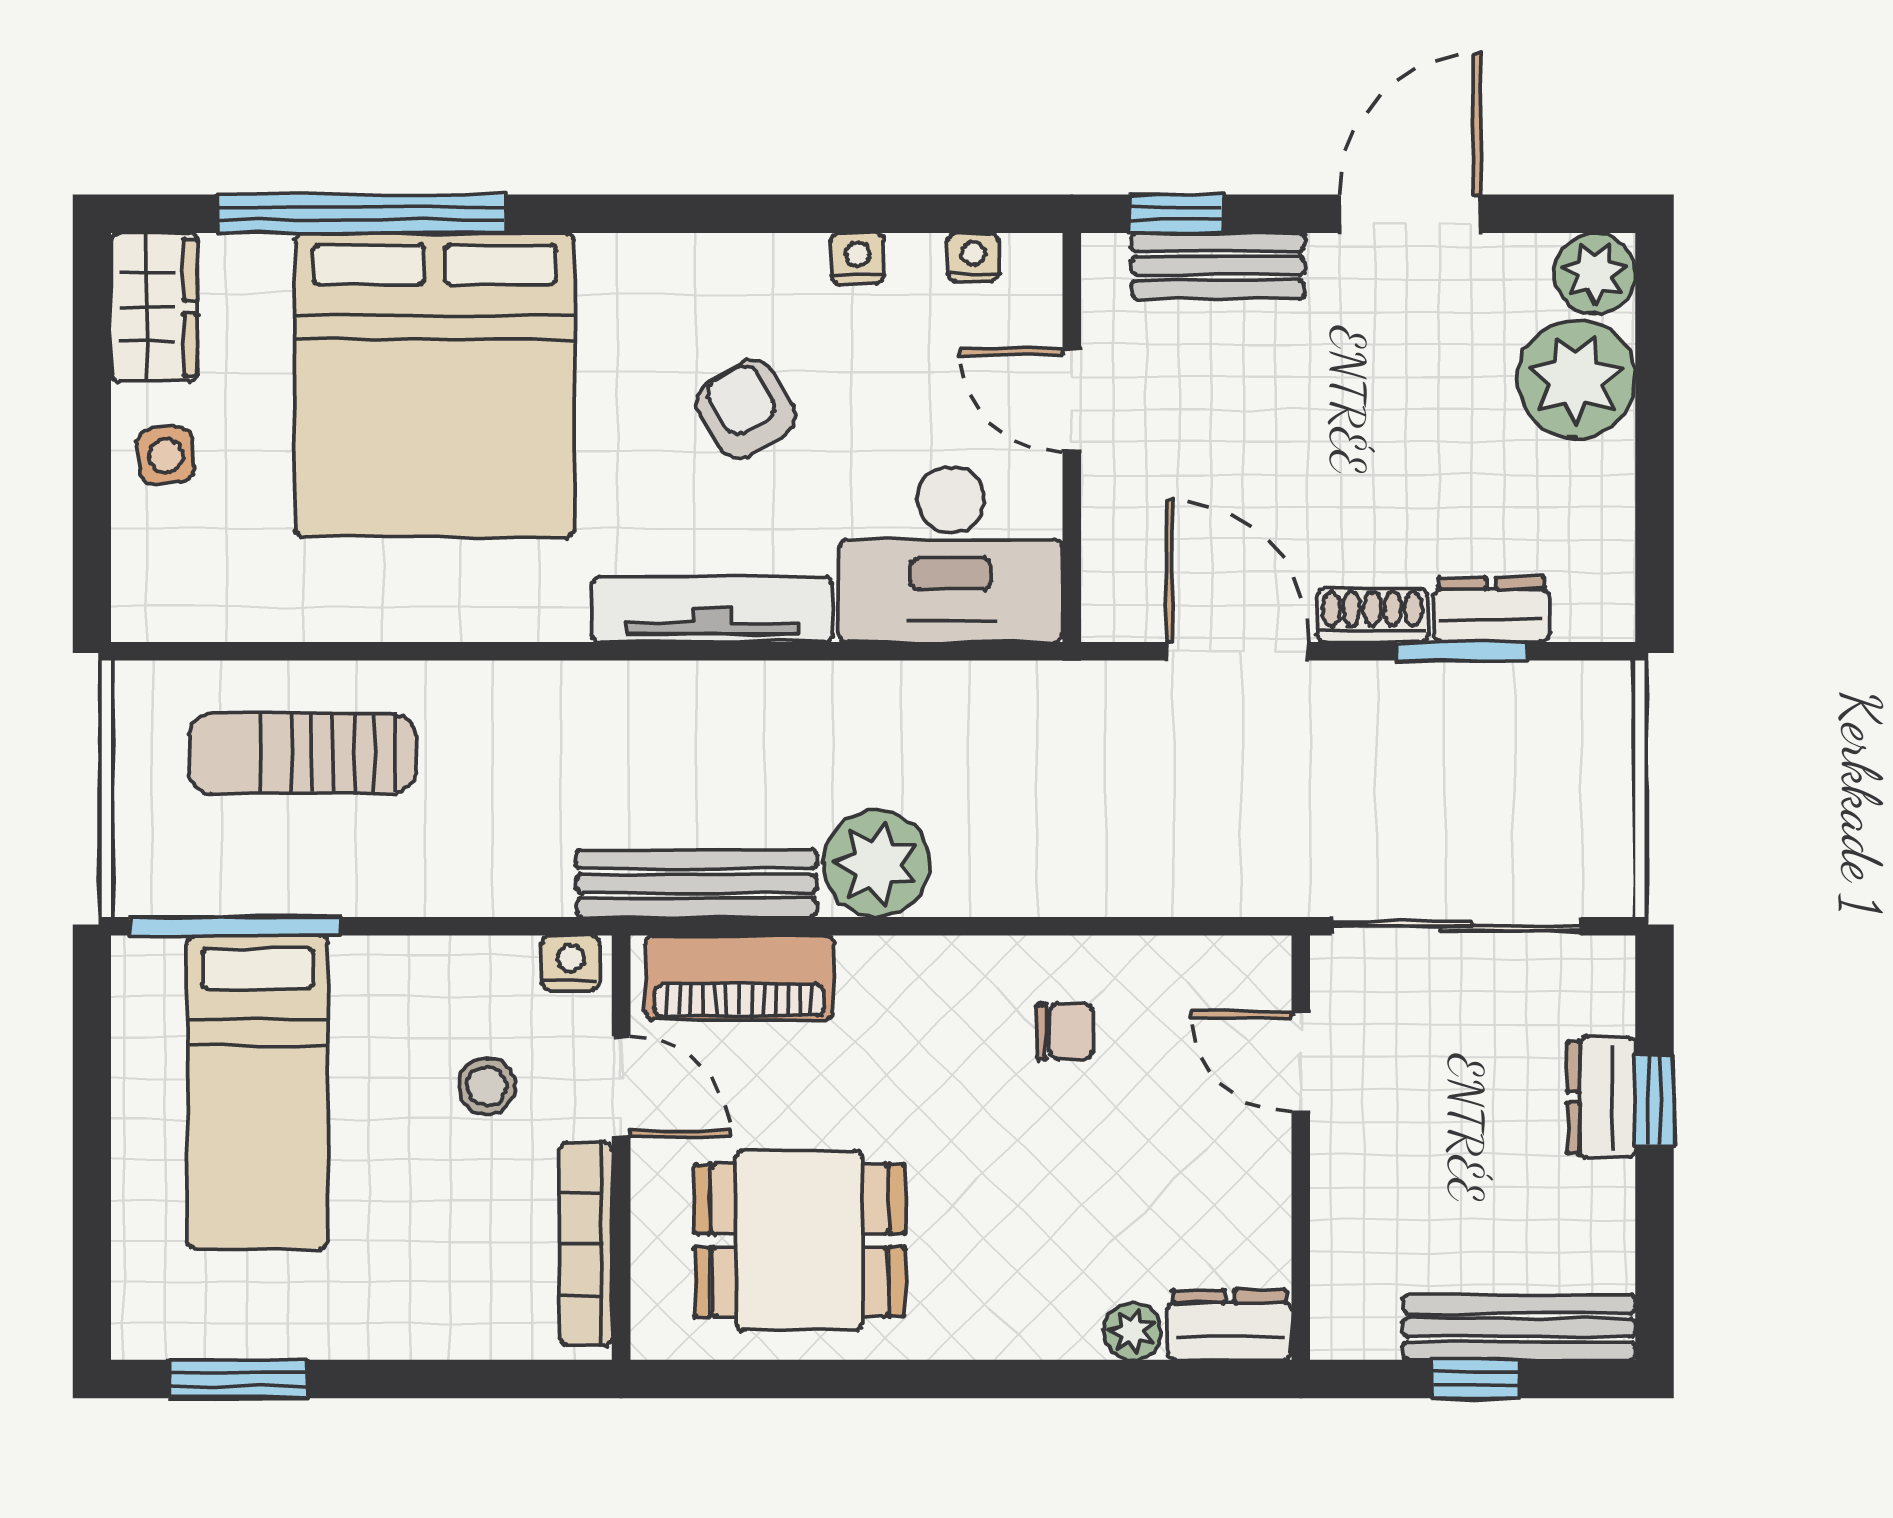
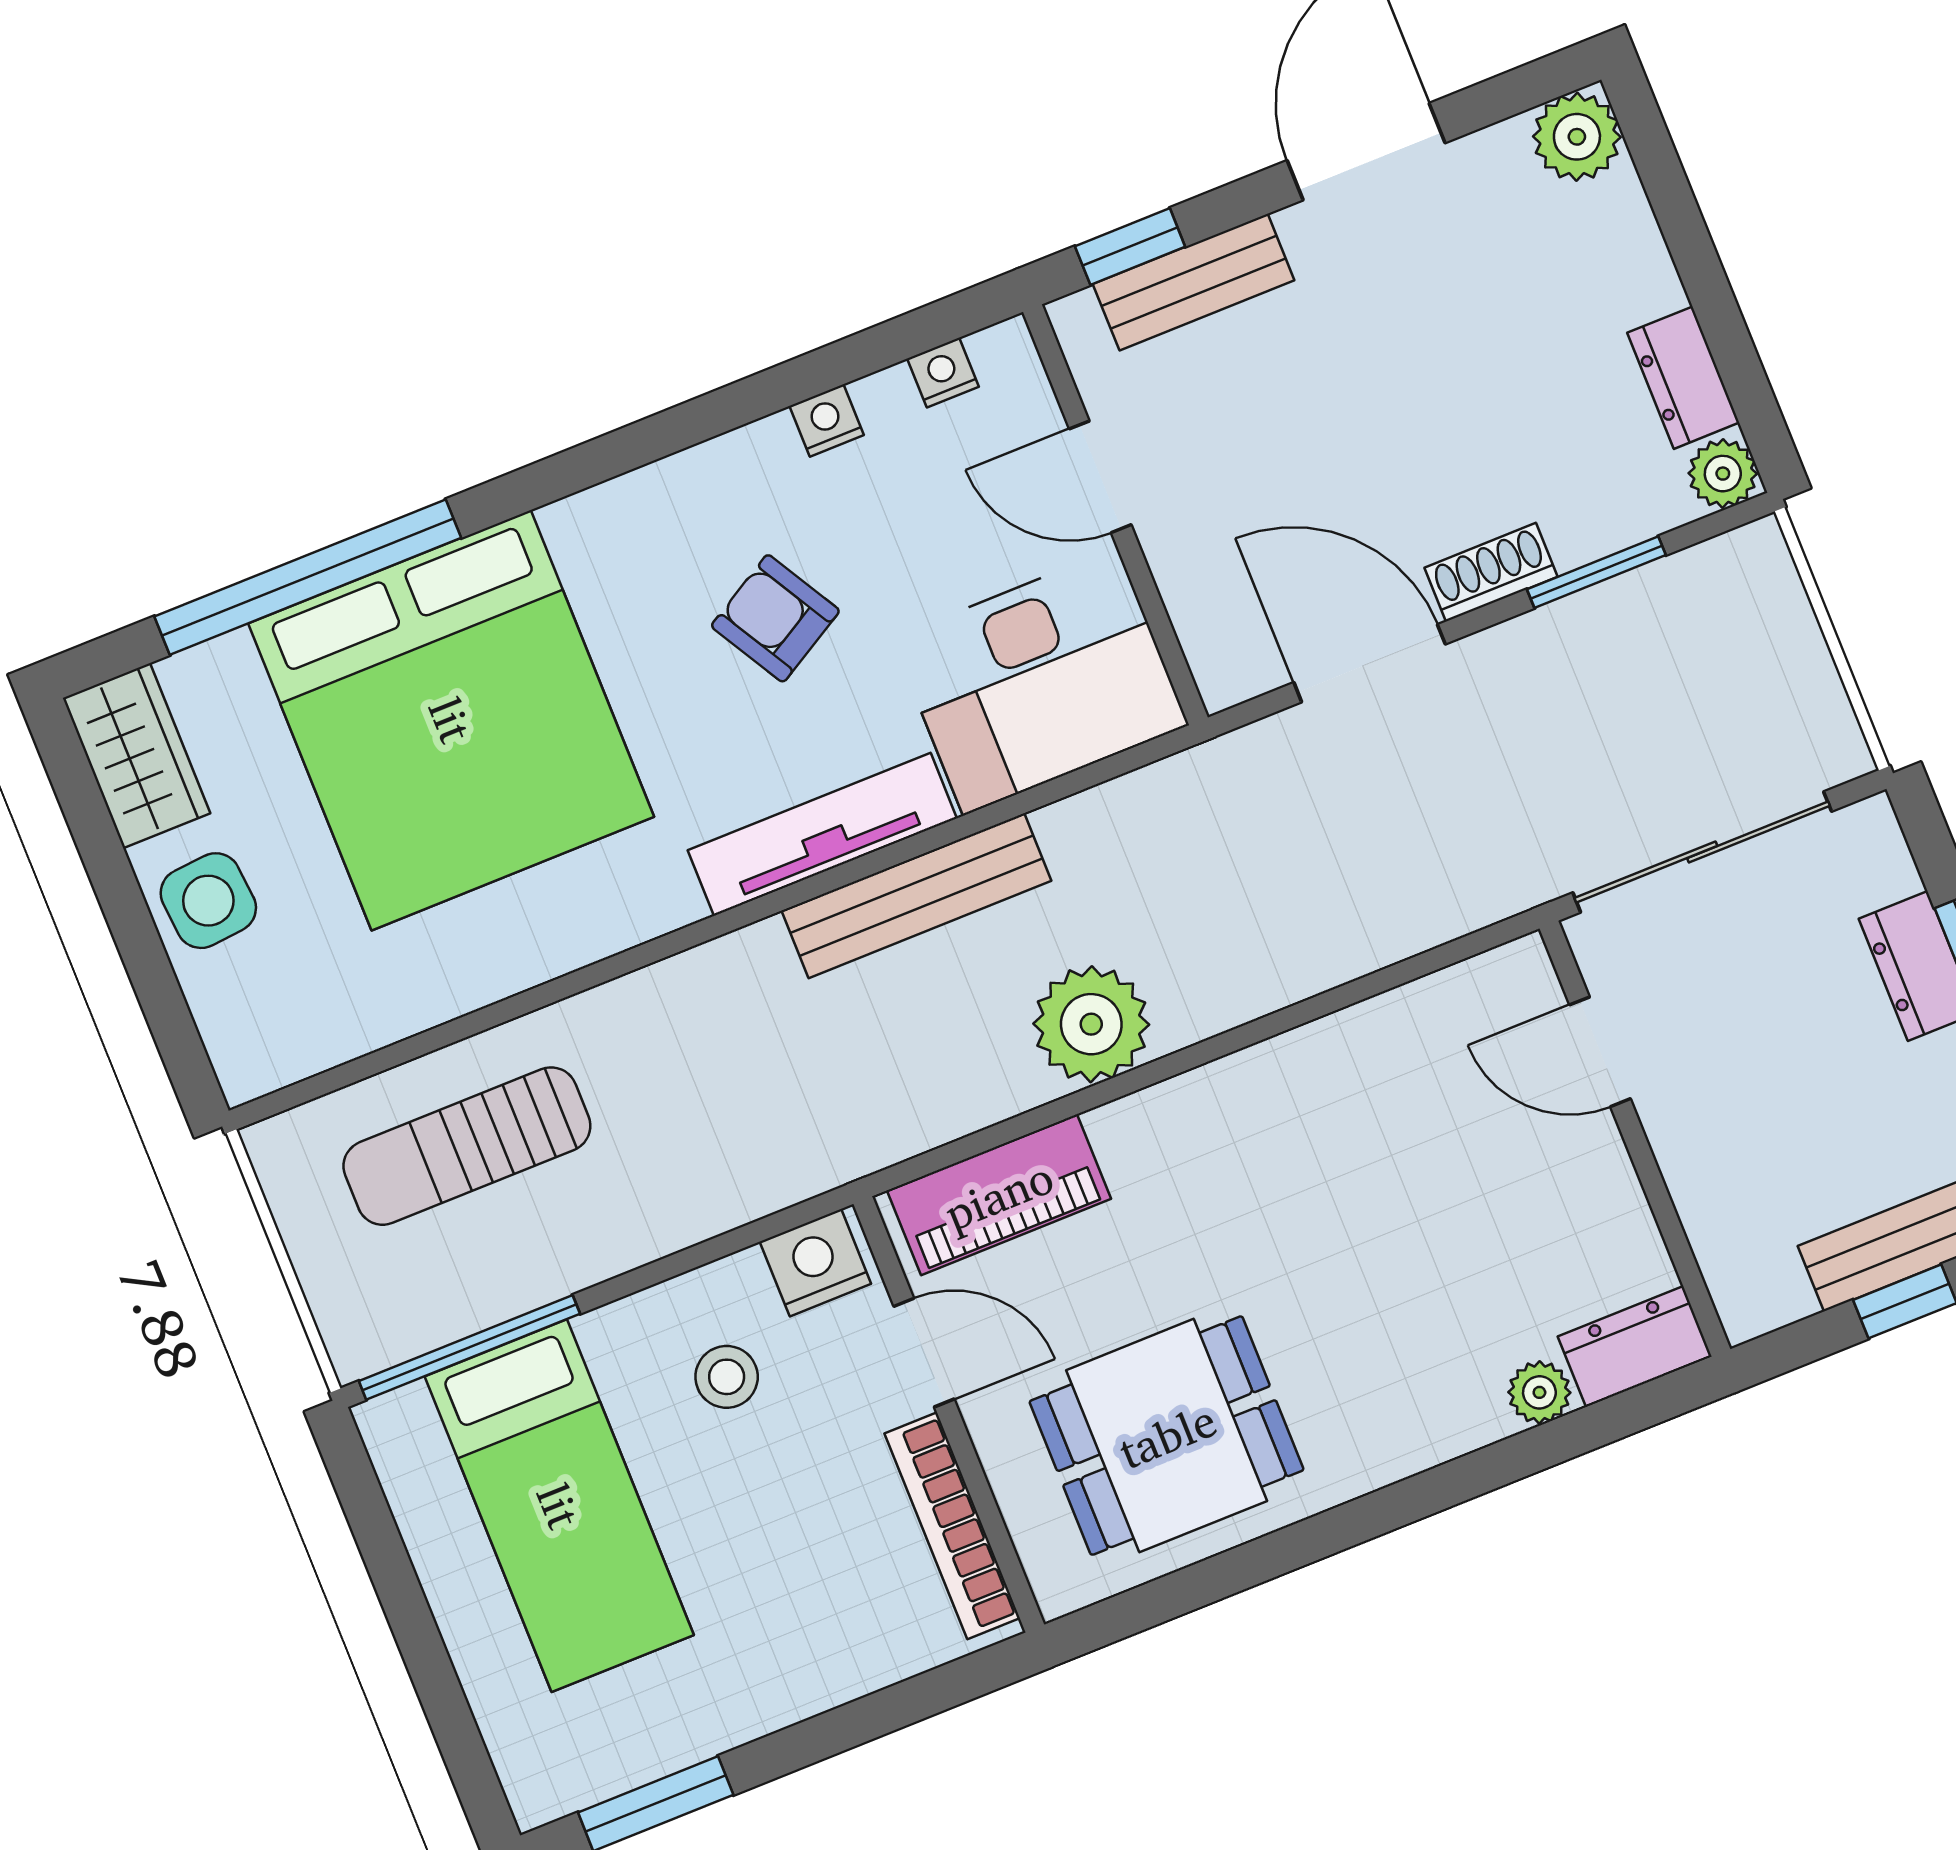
plant: (1576, 379) -> (1723, 474), moved, width x0.53, depth x0.53
side table: (166, 455) -> (208, 901), width x1.37, depth x1.37
dresser: (1491, 610) -> (1683, 378), moved, turned -90
bench: (697, 883) -> (916, 896), moved
nightstand: (571, 963) -> (815, 1263), width x1.39, depth x1.35
chair: (1065, 1031) -> (1349, 1117), removed
stool: (487, 1086) -> (727, 1377), moved

